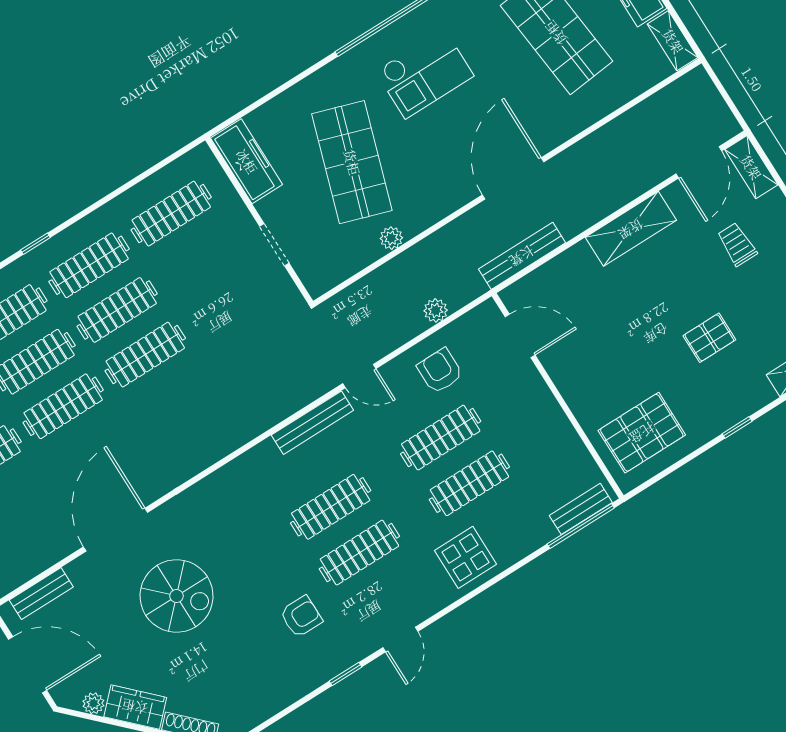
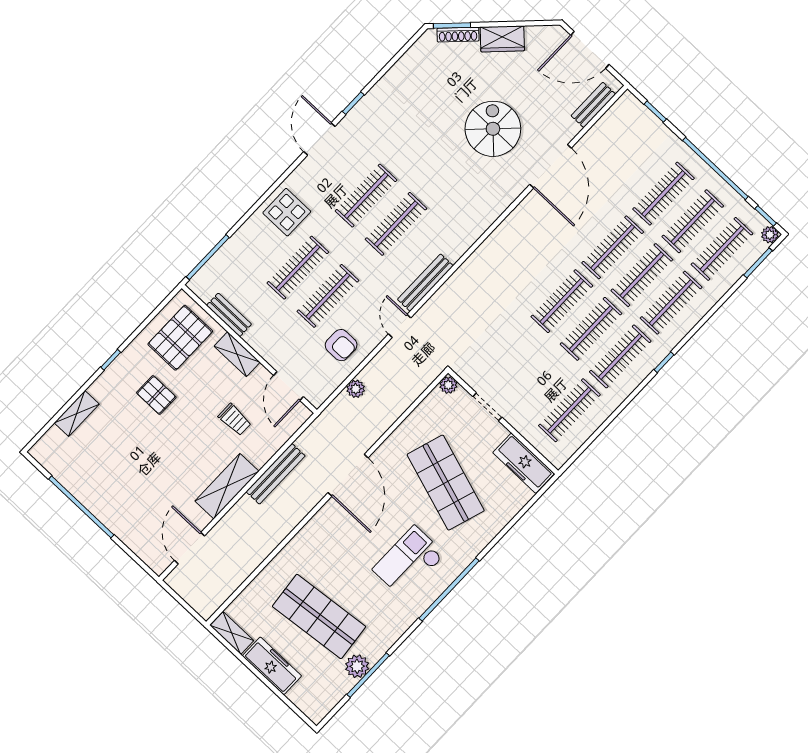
shelving: (751, 167) -> (237, 354), moved
door: (513, 178) -> (348, 475), moved
plant: (391, 238) -> (448, 385), moved
trolley: (737, 244) -> (235, 420), moved
bench: (522, 256) -> (276, 474), moved
door: (520, 336) -> (288, 386), hinge flipped
pallet: (709, 338) -> (156, 395), moved, turned 90
door: (359, 376) -> (400, 326), hinge flipped
bench: (581, 509) -> (229, 315), moved, turned 90
spiral stairs: (177, 596) -> (493, 129), turned 90
armchair: (301, 617) -> (397, 137), removed
door: (400, 640) -> (319, 139), width x1.38
plant: (93, 703) -> (534, 34), removed

